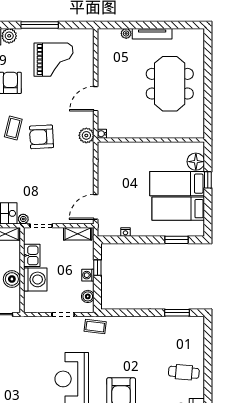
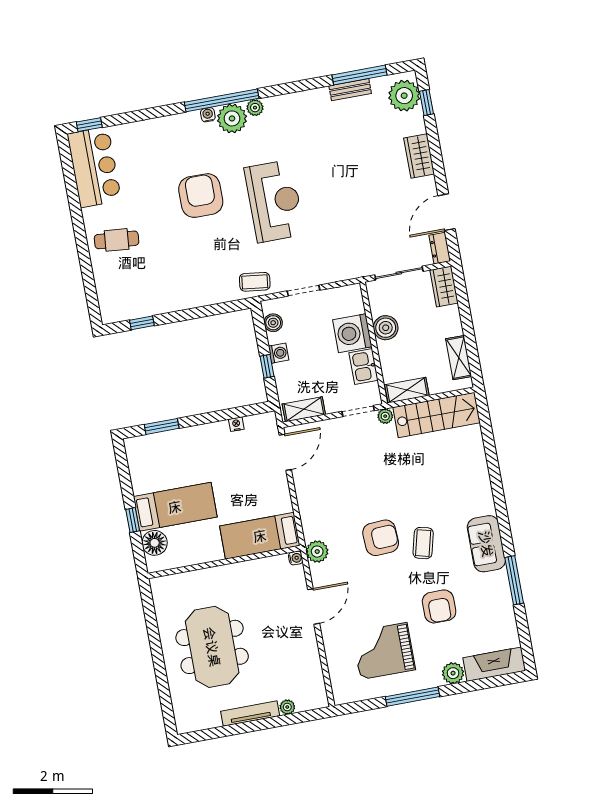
bed: (178, 209) -> (260, 536), moved, turned 180
window: (177, 313) -> (142, 323), width x0.67

